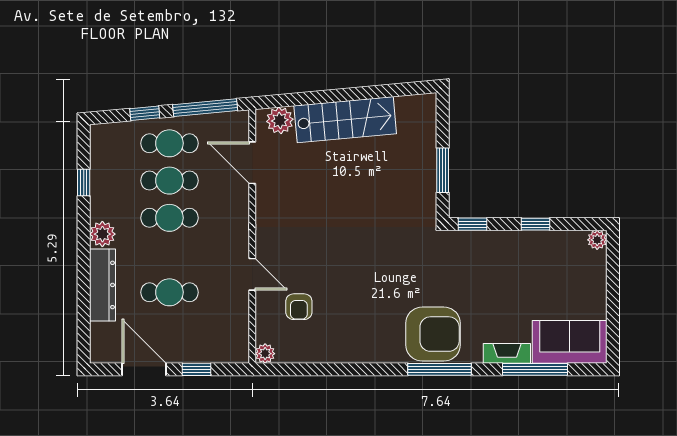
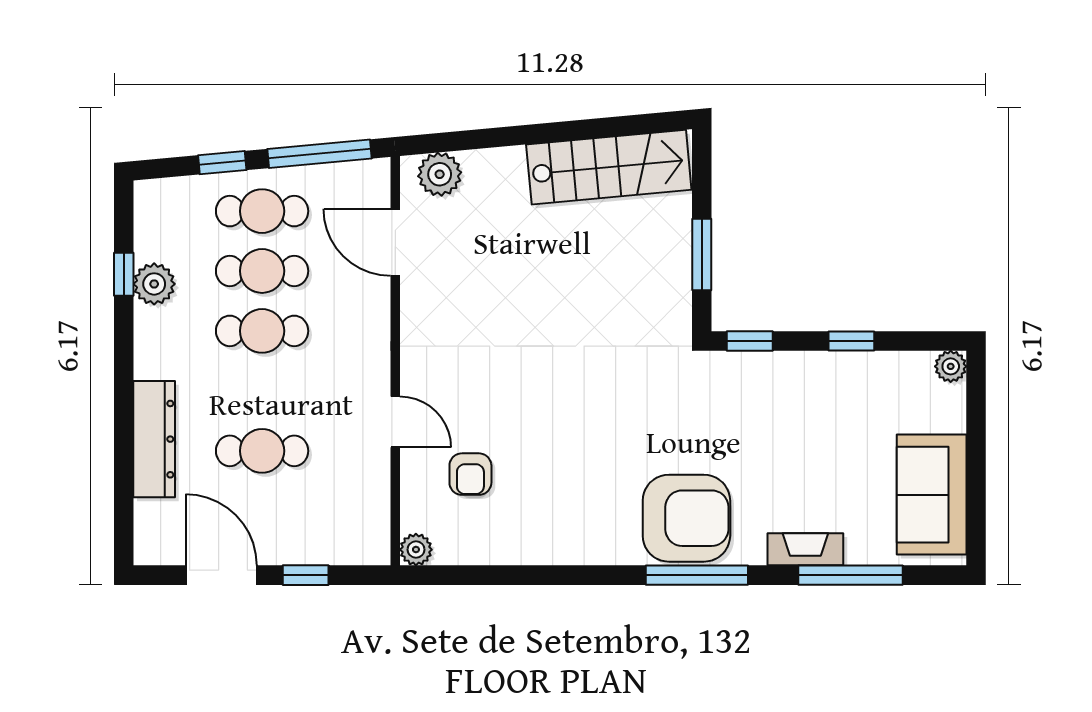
stairs: (345, 120) -> (609, 167), moved
plant: (102, 234) -> (154, 284), moved
sofa: (570, 342) -> (932, 495), moved, turned -90

